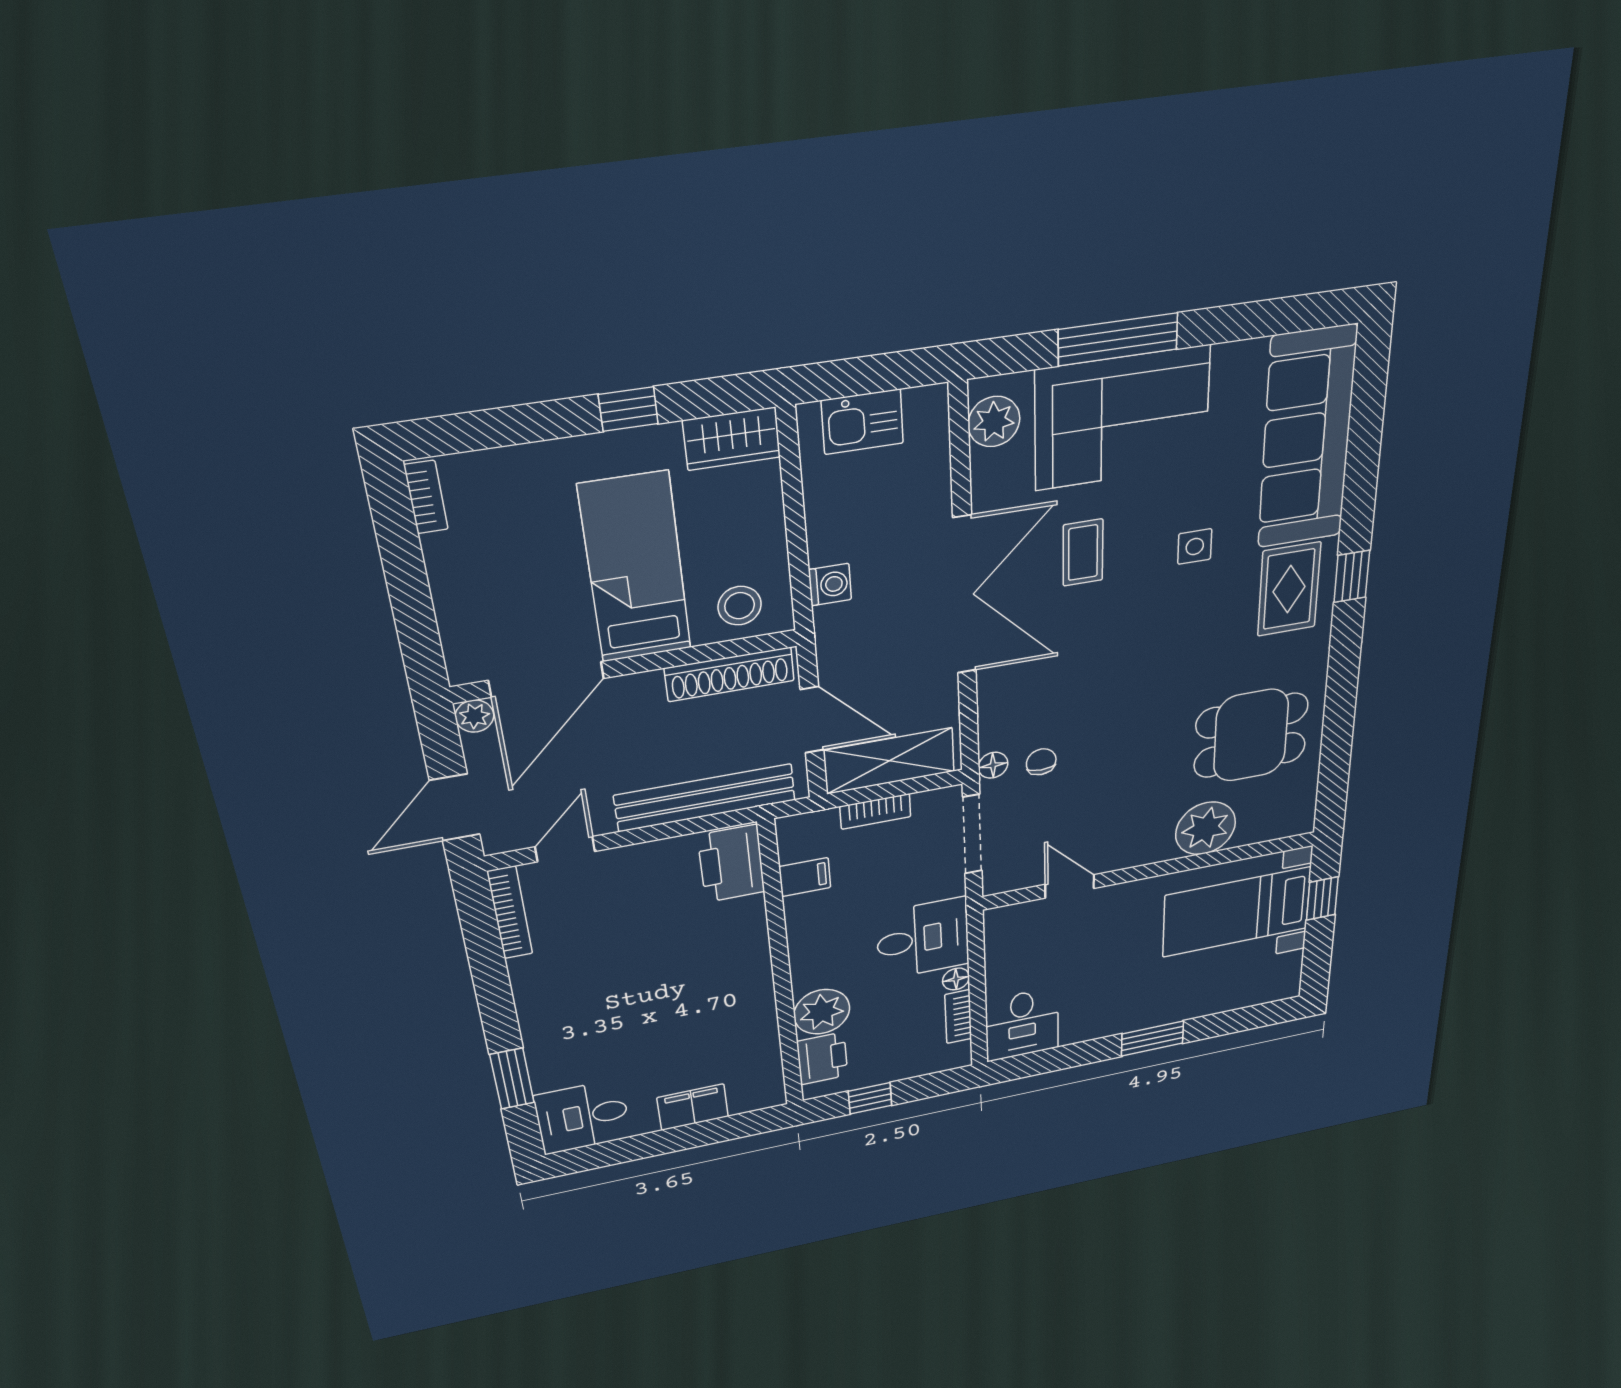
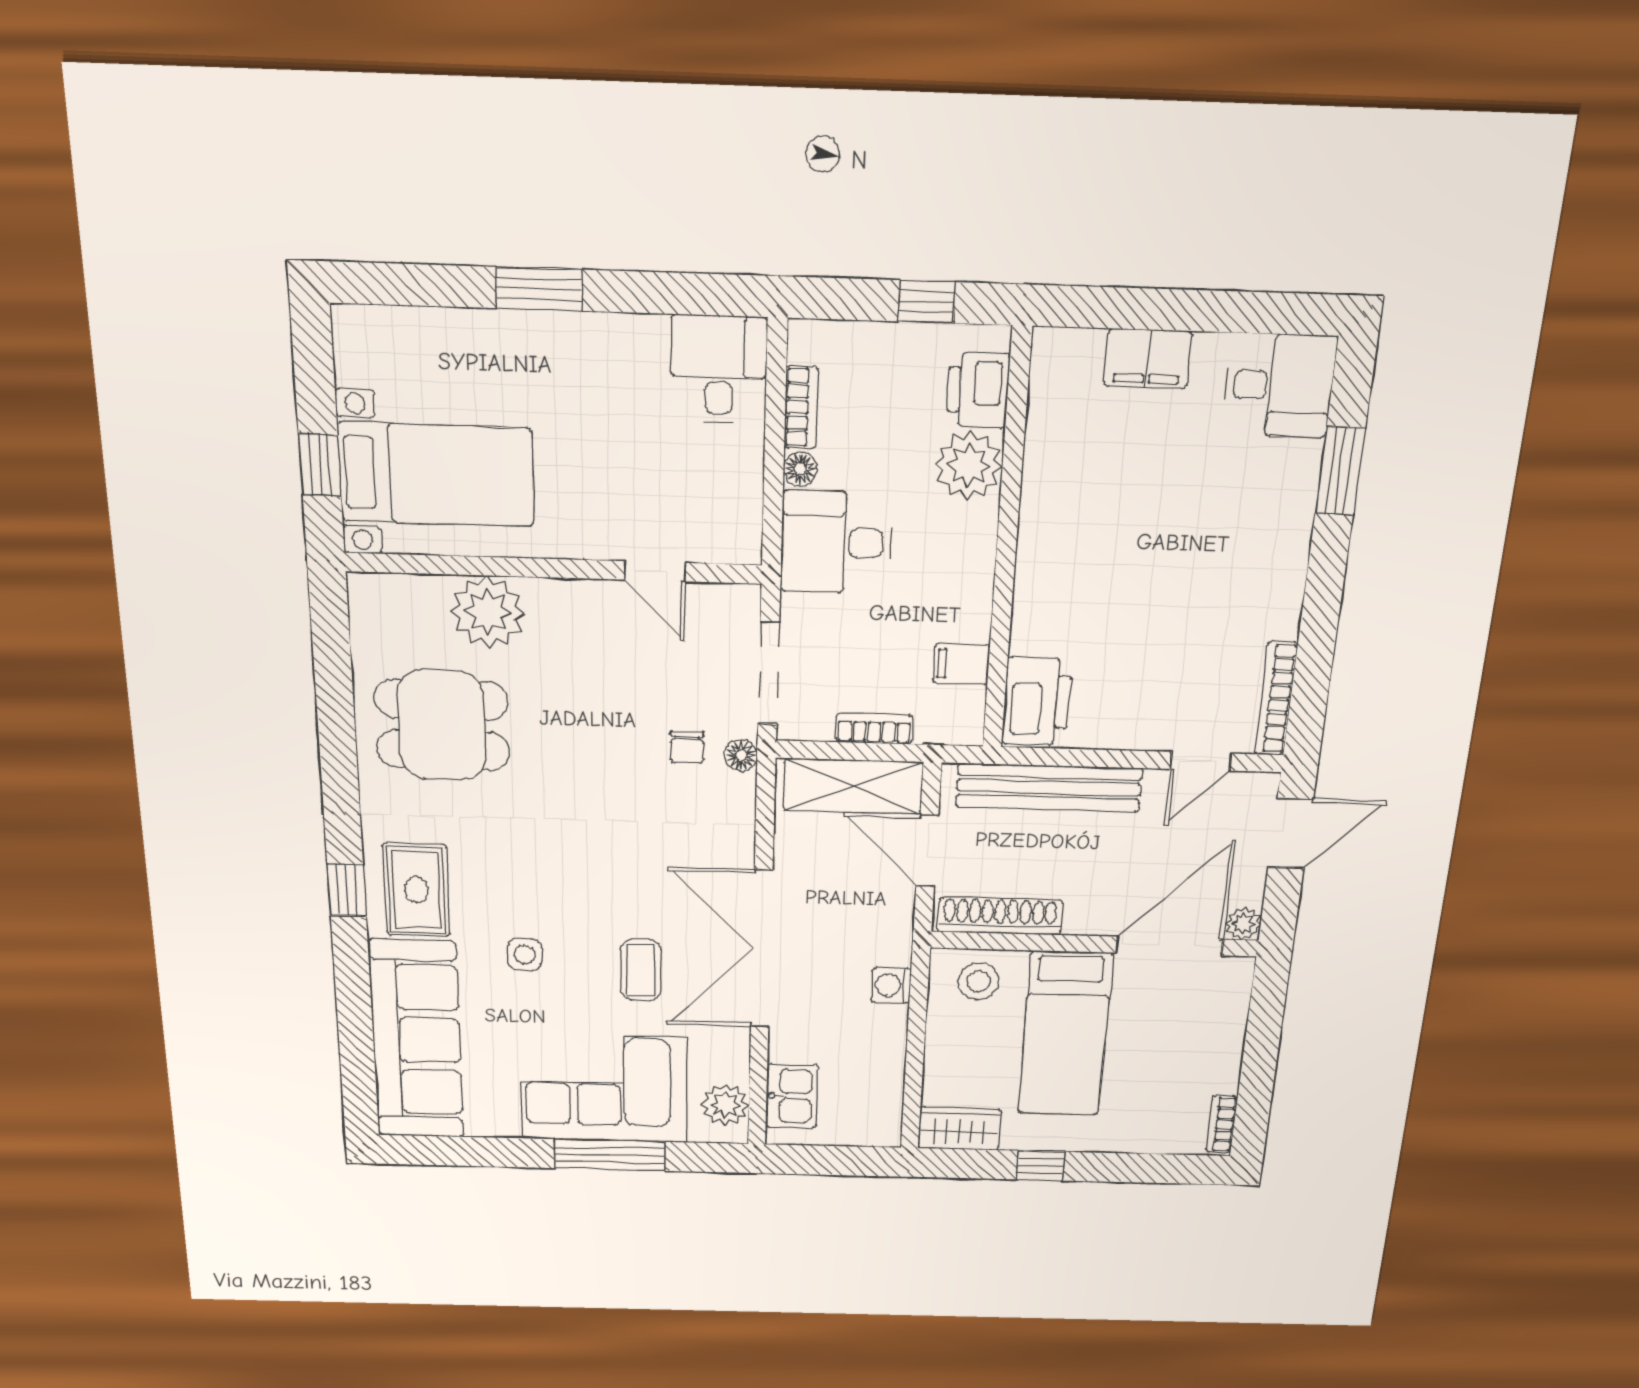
kitchen sink: (862, 422) -> (792, 1096), moved, turned 90

